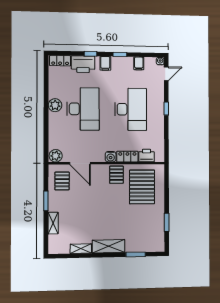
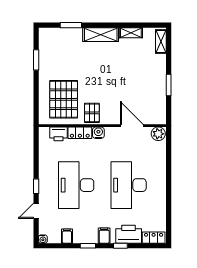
door: (166, 74) -> (36, 211), moved
plant: (55, 105) -> (159, 189), removed
pallet: (62, 181) -> (151, 106), removed
shelving: (53, 223) -> (161, 41), moved

